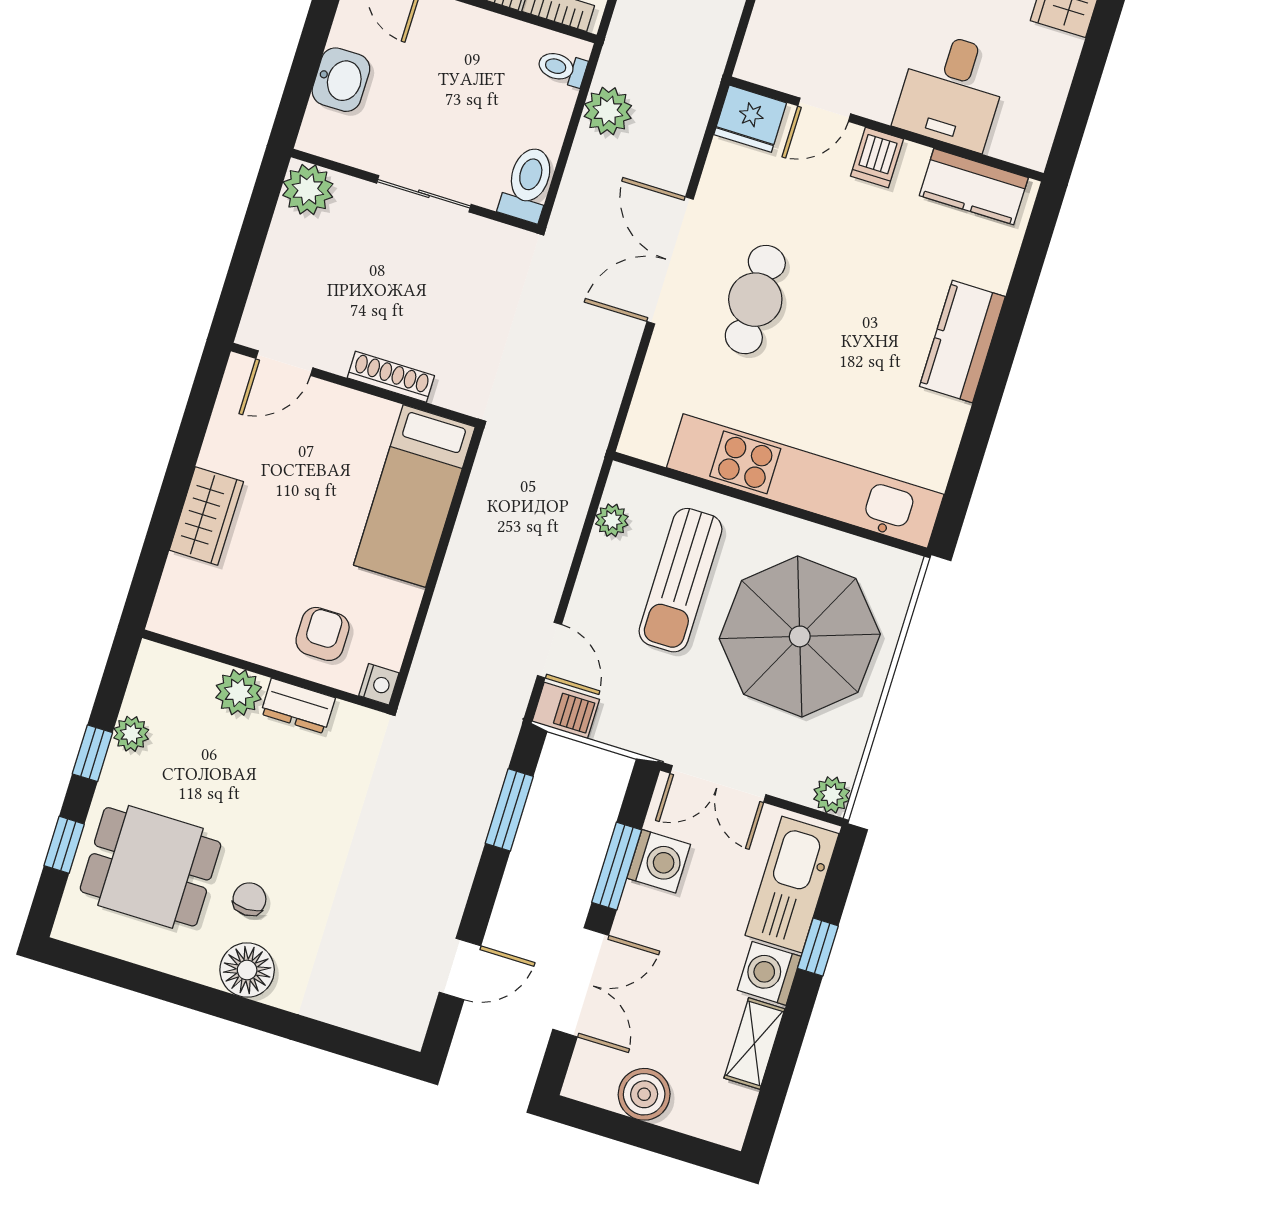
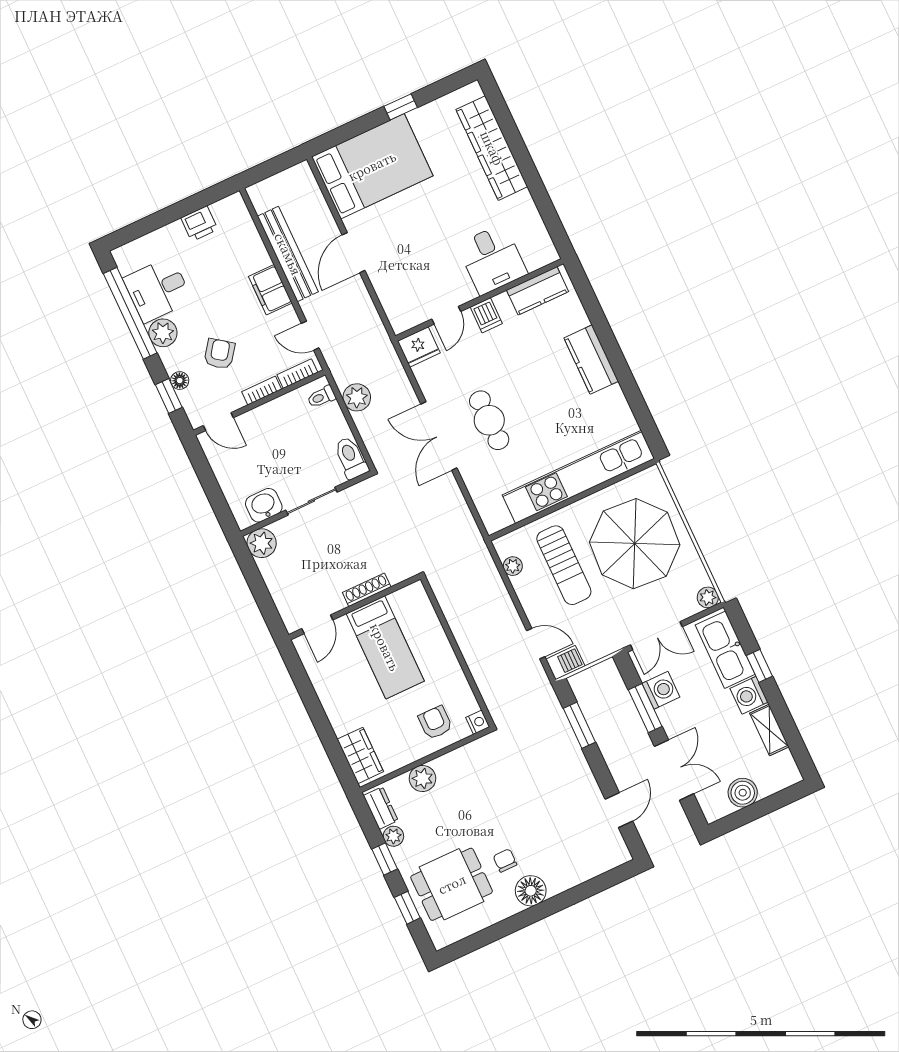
washbasin: (341, 80) -> (264, 505), moved, turned -90
bed: (414, 496) -> (385, 647), moved
wardrobe: (206, 516) -> (360, 755), moved
dresser: (298, 706) -> (381, 808), moved, turned -90

